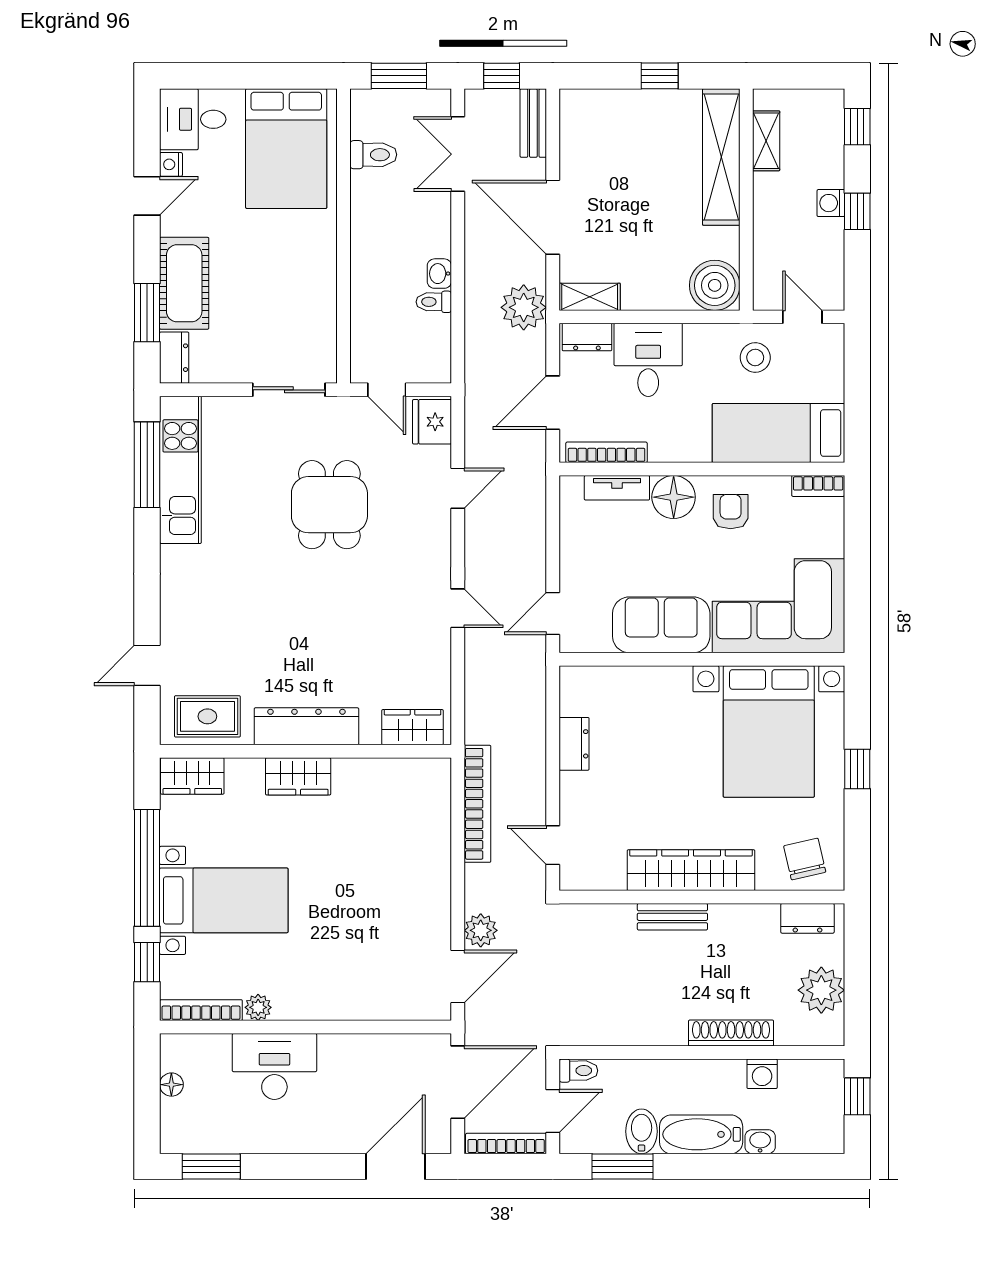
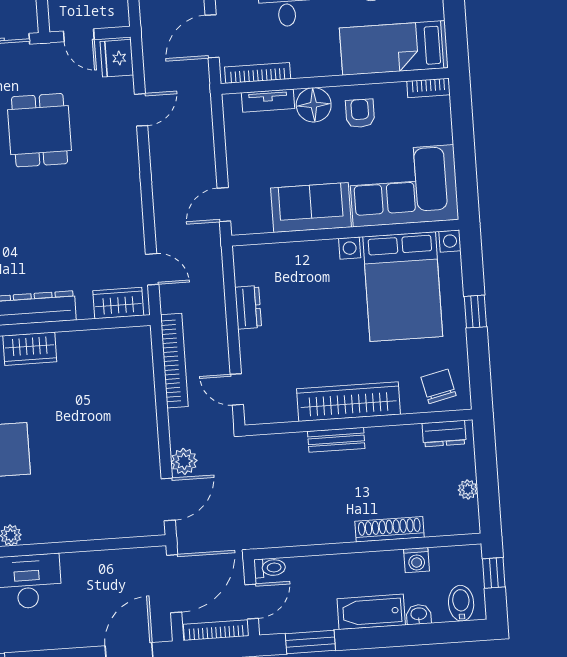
door: (458, 608) -> (152, 269), moved
plant: (821, 990) -> (468, 489), width x0.53, depth x0.53
bidet: (642, 1131) -> (461, 603), moved

